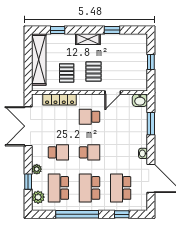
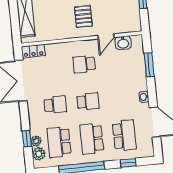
pallet: (67, 73) -> (56, 21), removed
locker: (60, 100) -> (33, 51), moved, width x0.66
washbasin: (140, 100) -> (123, 43), moved
plant: (37, 169) -> (36, 141), moved
school desk: (121, 188) -> (124, 135), turned 180

